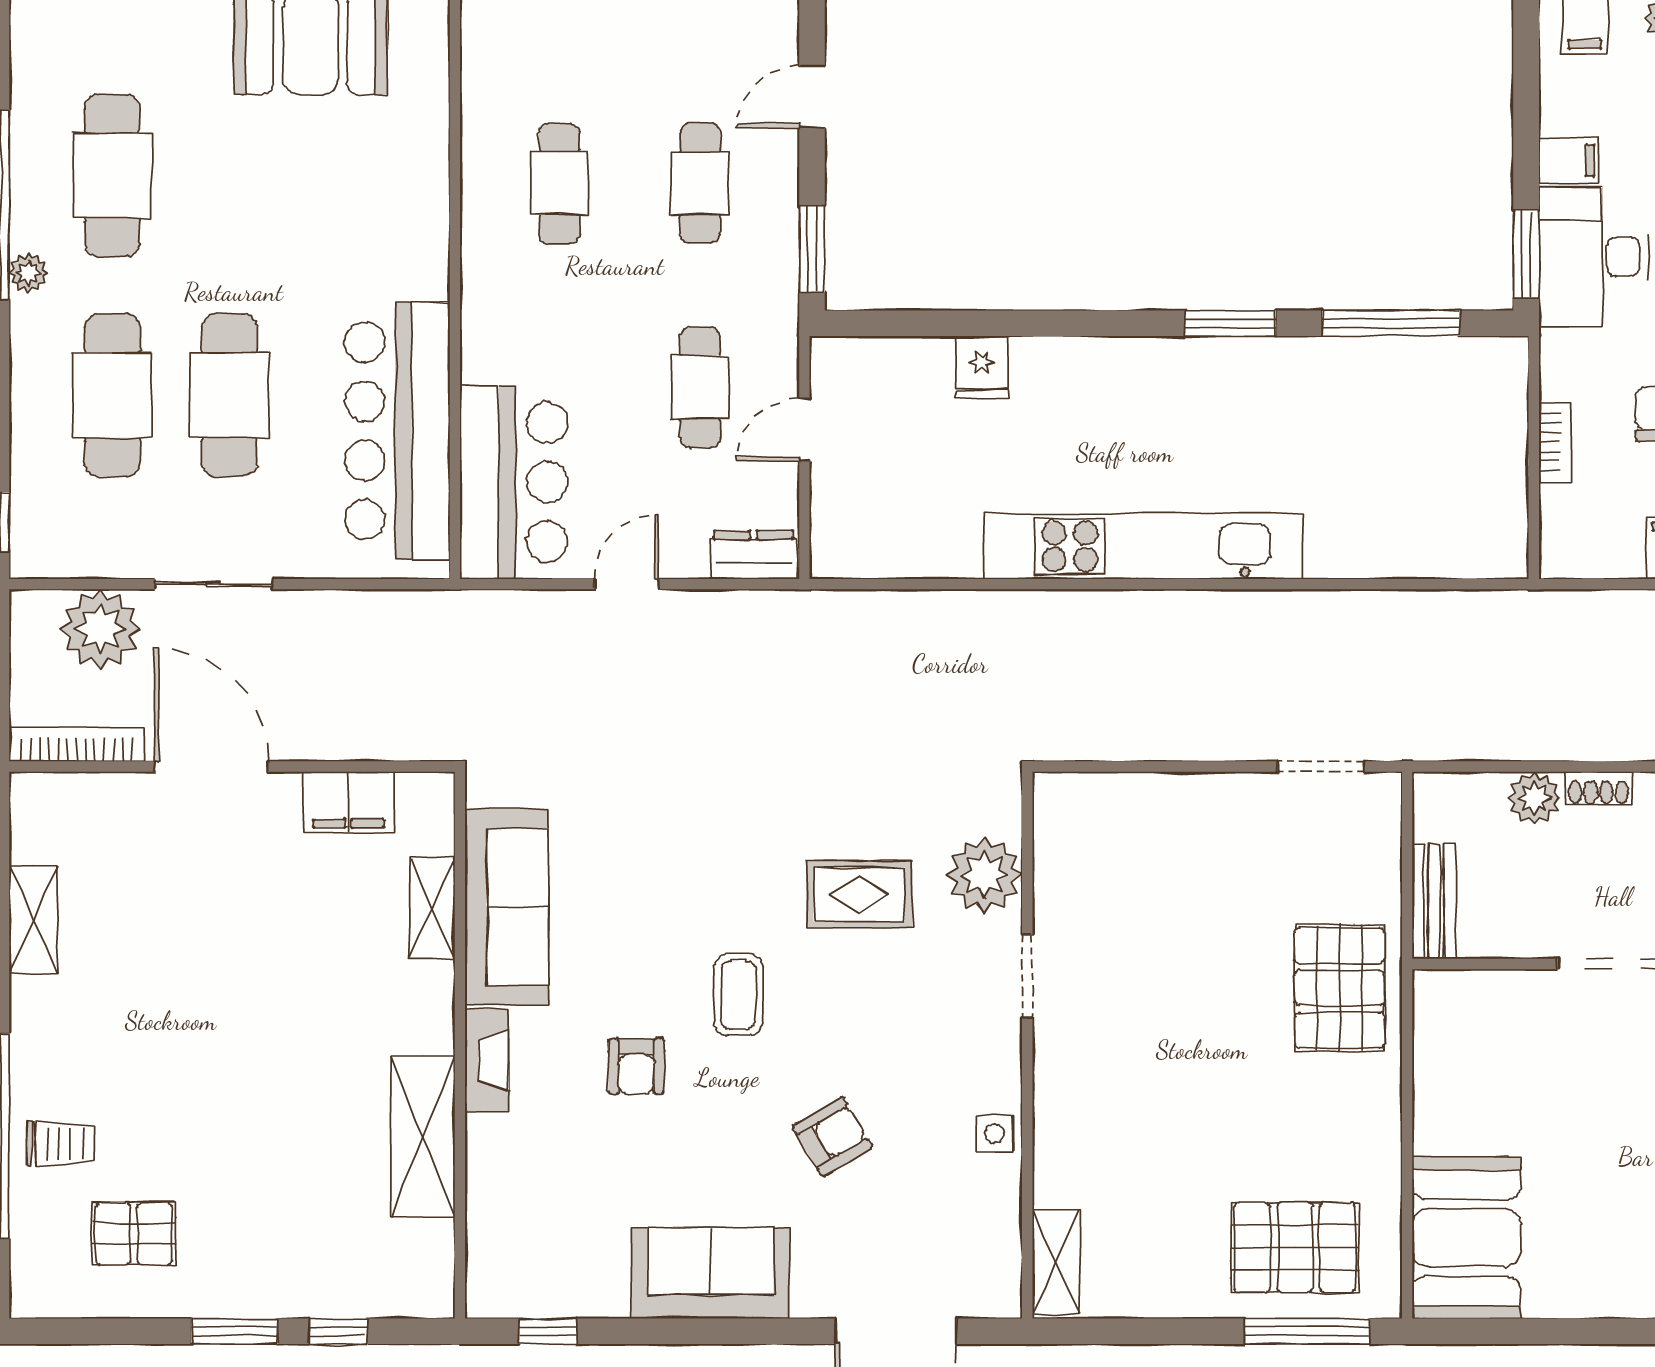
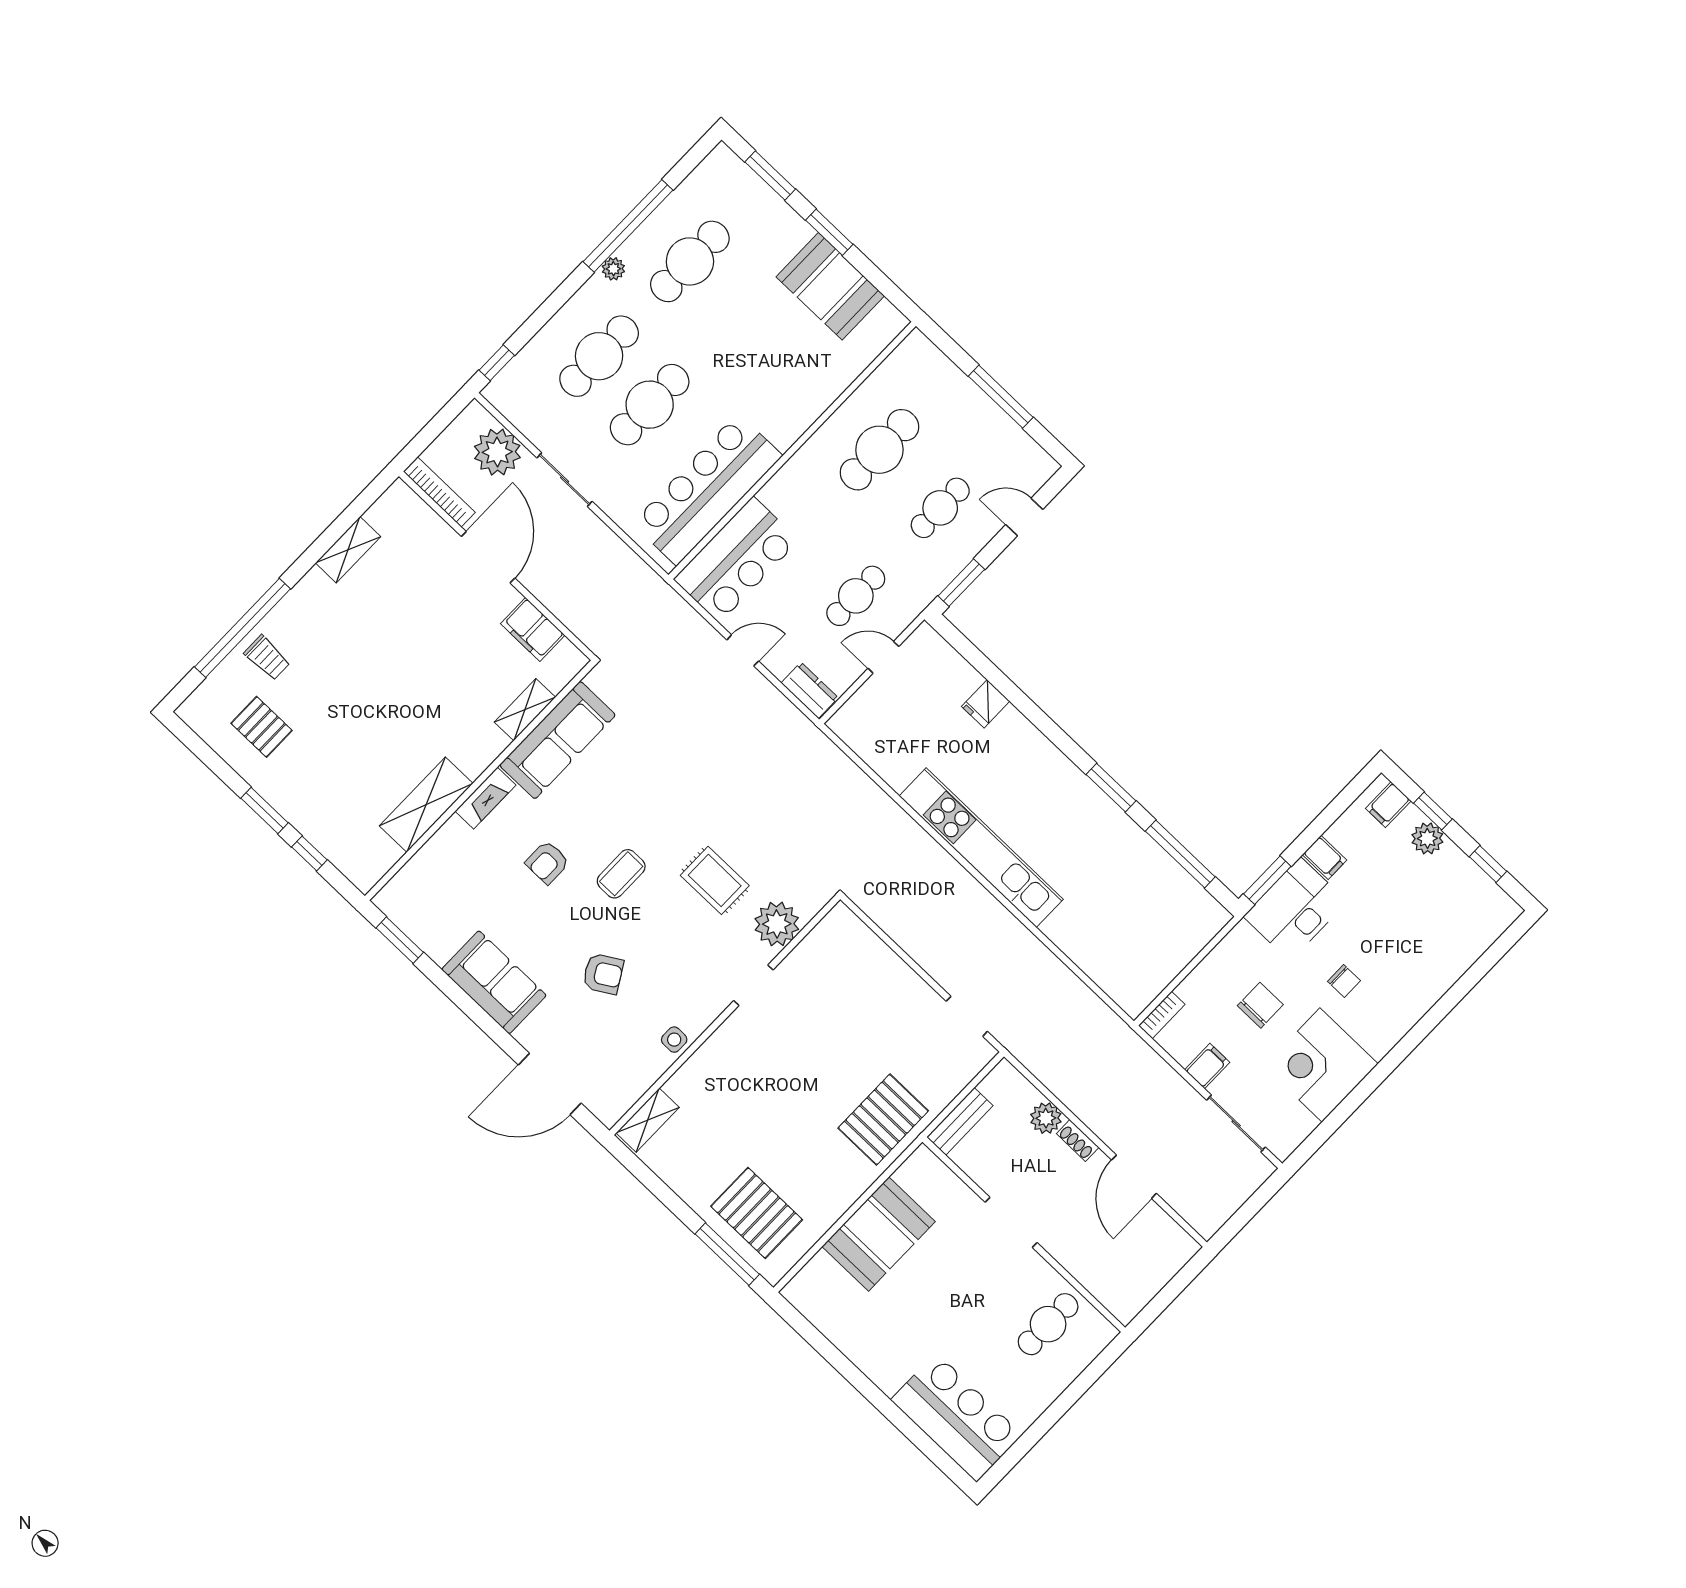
cafe table: (559, 183) -> (879, 450), width x1.37, depth x1.35
bookcase: (1555, 442) -> (1162, 1015), moved
booth: (1466, 1238) -> (879, 1234), moved
window: (548, 1331) -> (400, 940), width x1.50

